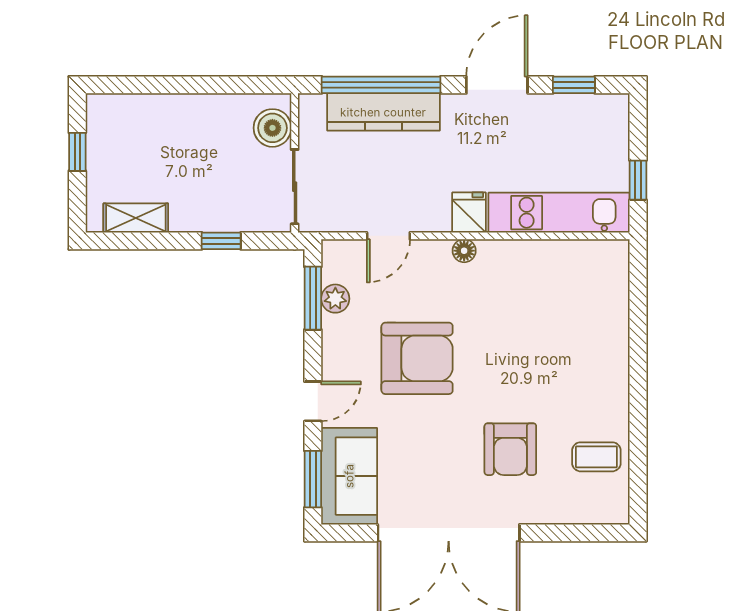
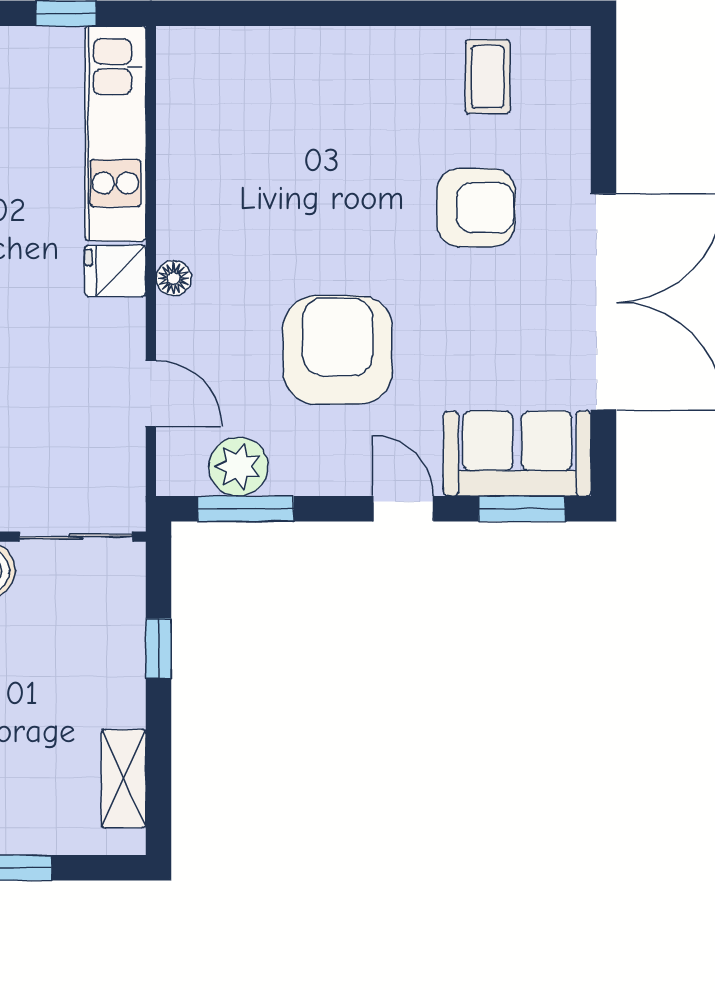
plant: (335, 299) -> (238, 467), width x1.38, depth x1.38

